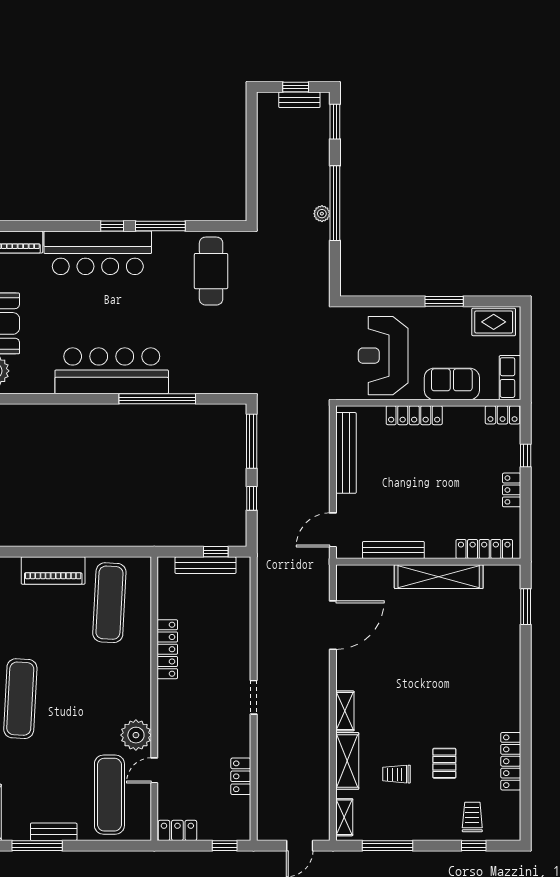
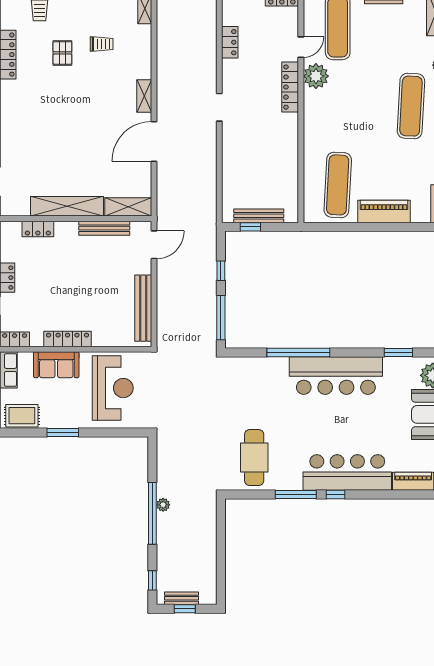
window: (335, 122) -> (152, 580), width x0.67
window: (36, 399) -> (398, 353), added
locker: (414, 415) -> (68, 339), moved
locker: (484, 549) -> (38, 229), width x0.66
door: (333, 625) -> (154, 141), moved
locker: (167, 649) -> (290, 87), moved
shelving: (347, 761) -> (128, 207), moved, turned 90

